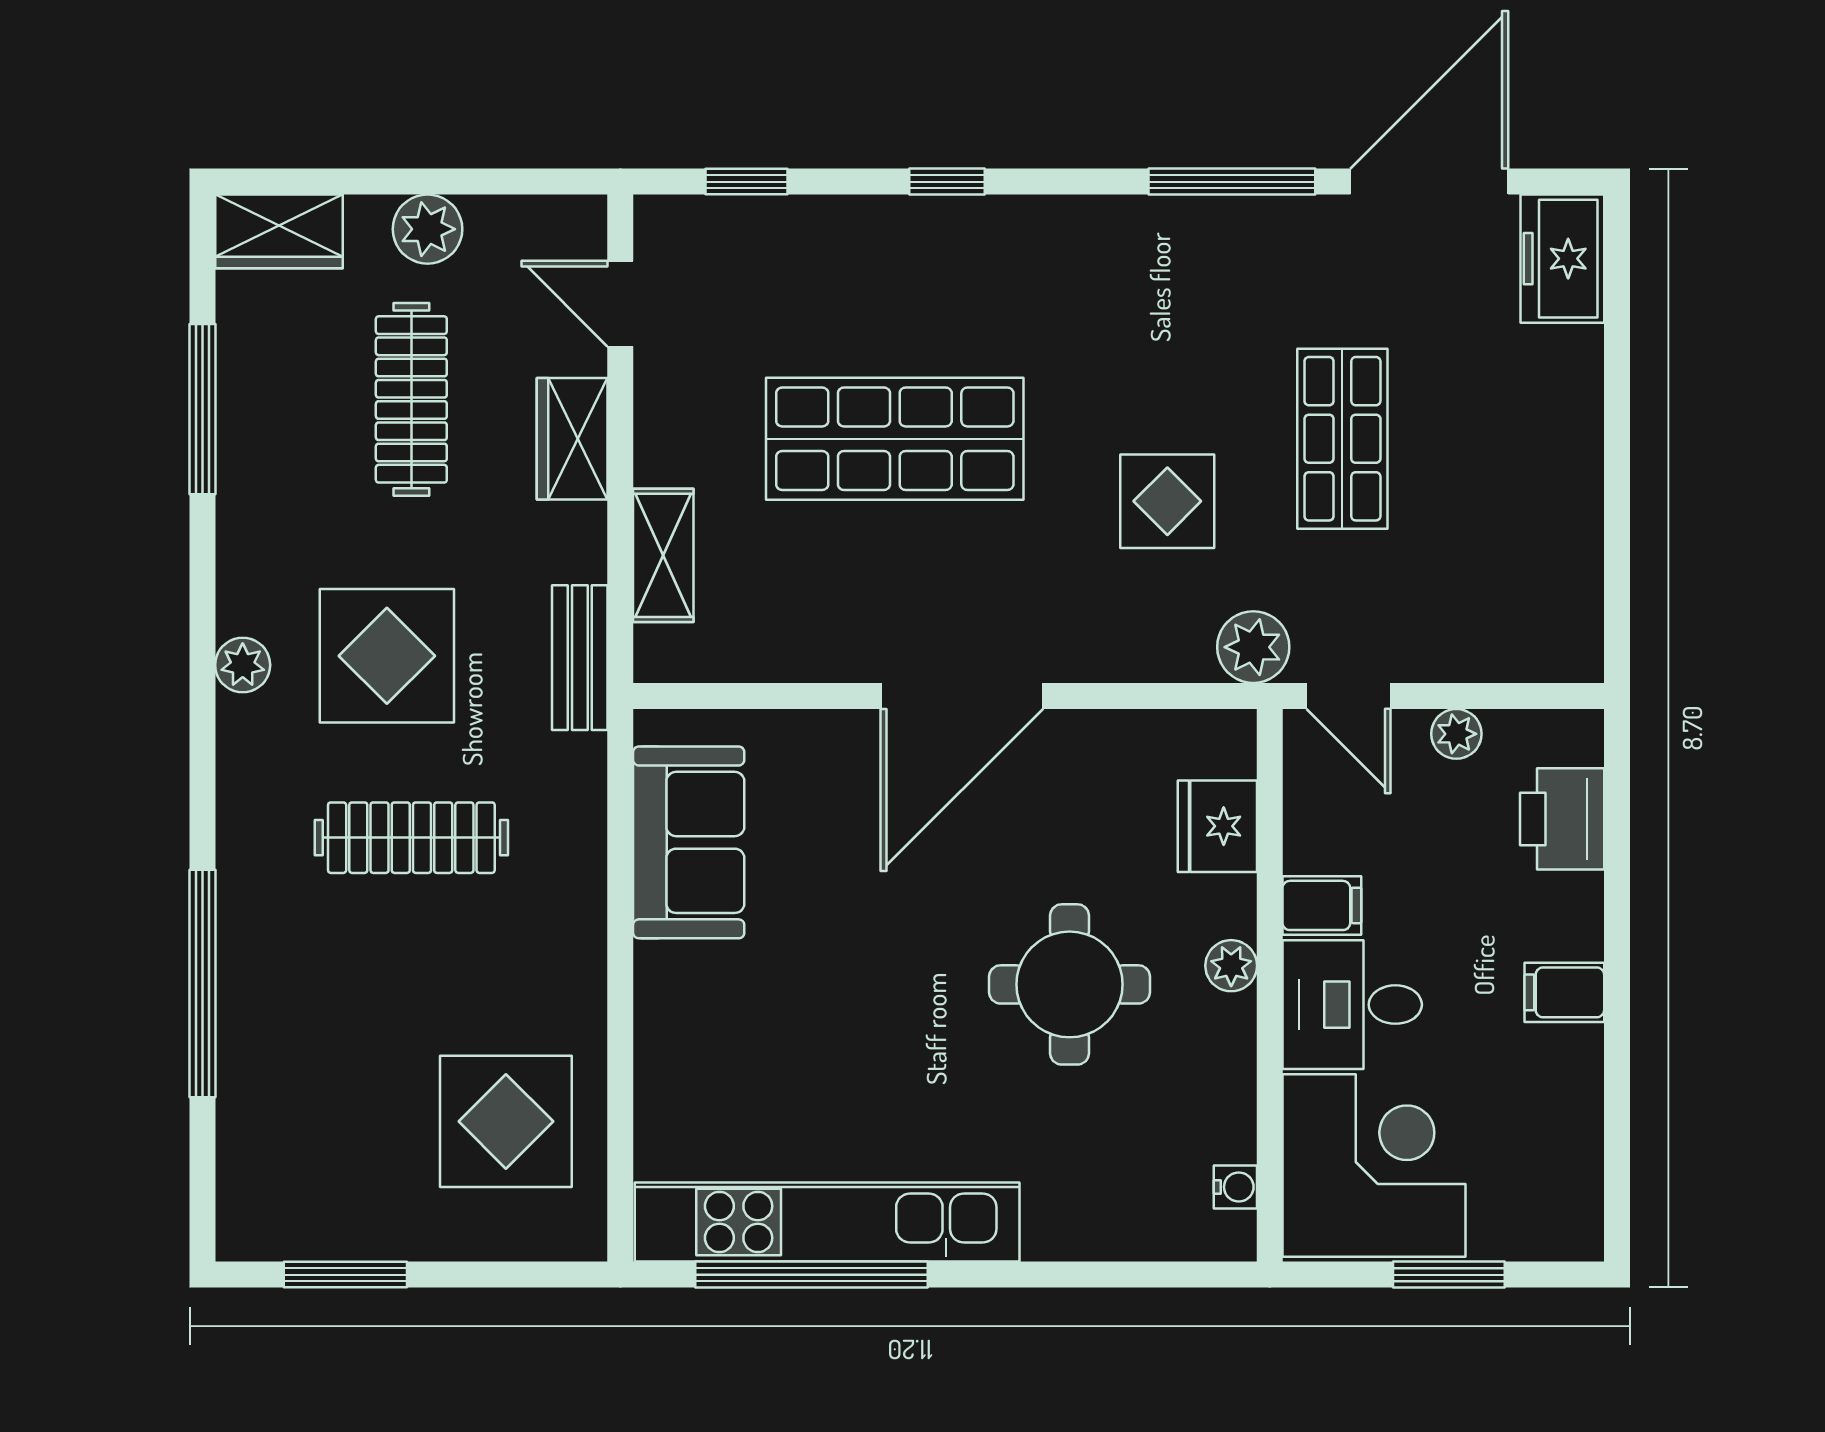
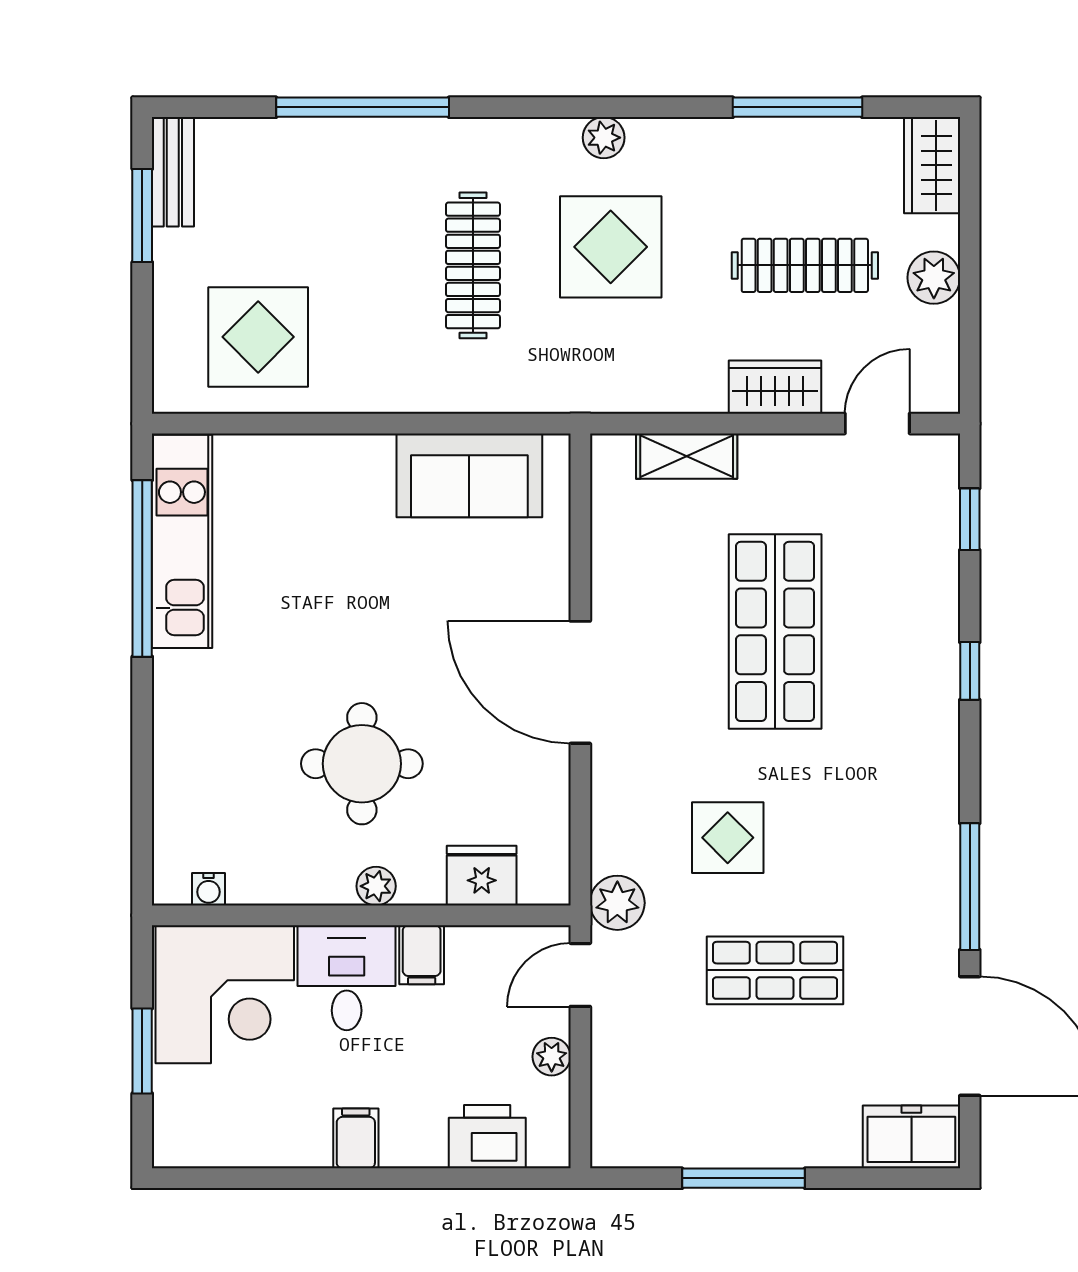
window: (1617, 480) -> (743, 1178), added
bench: (580, 658) -> (173, 172), moved, turned 90
kitchen unit: (827, 1222) -> (182, 541), width x0.73

